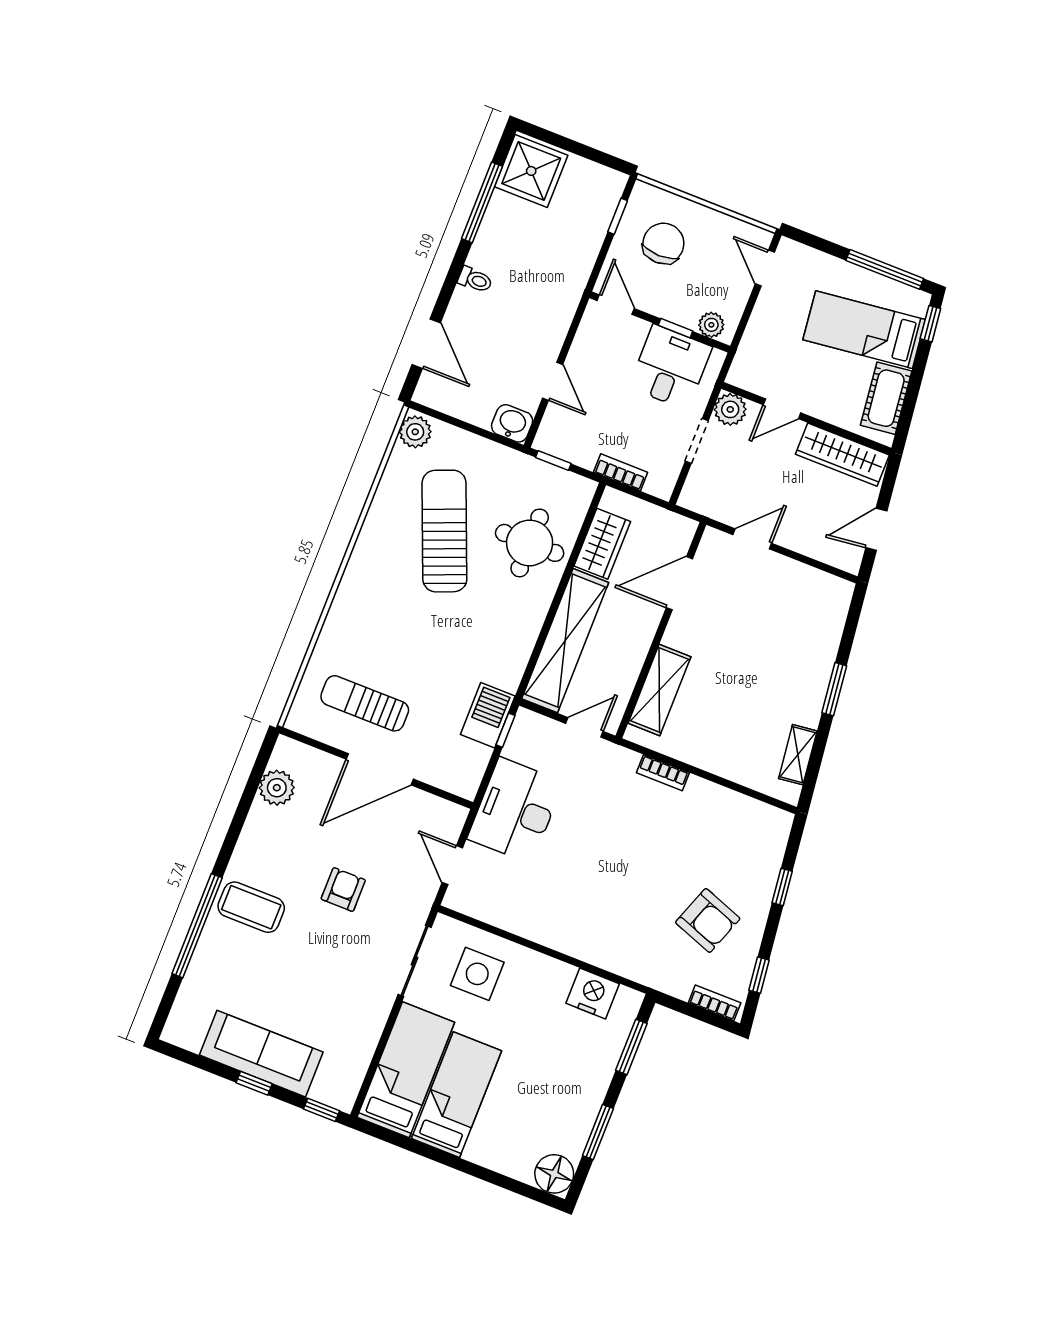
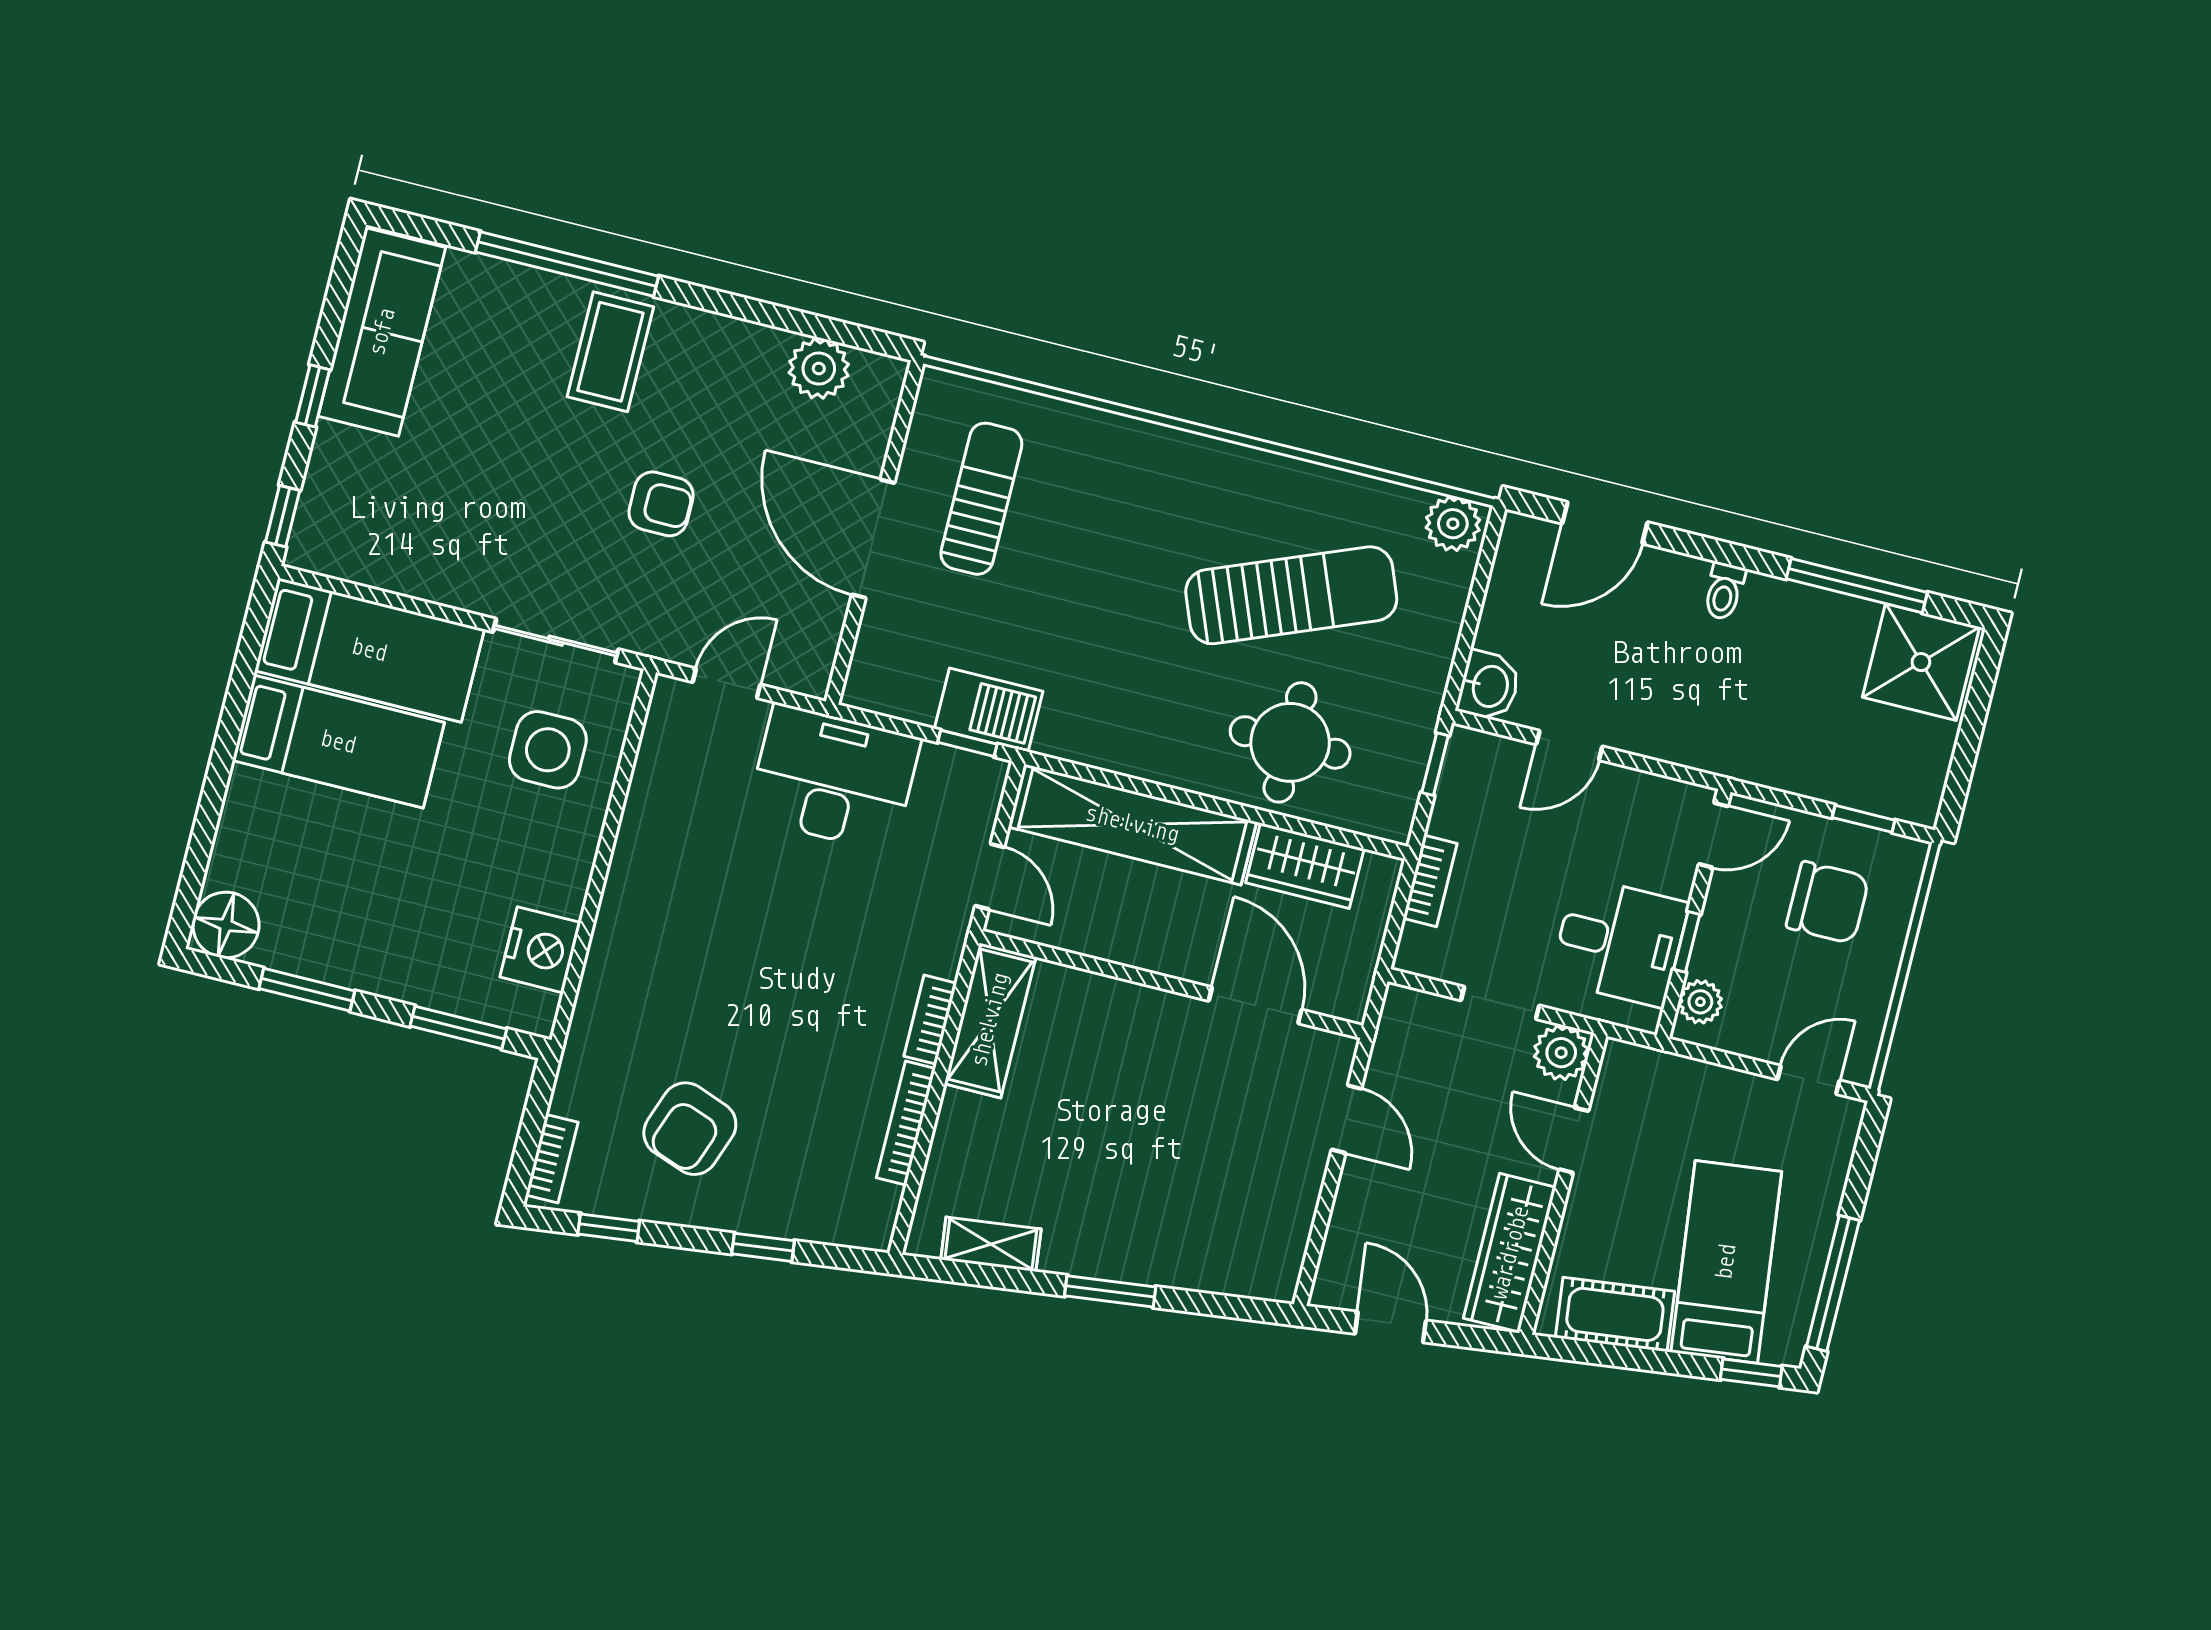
shelving: (659, 690) -> (990, 1020), moved, turned 90
bookcase: (721, 795) -> (906, 1123), added
sofa: (261, 1054) -> (382, 332), moved

